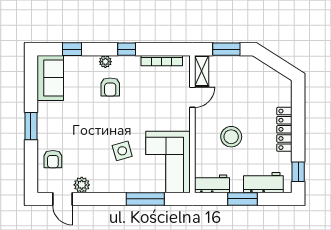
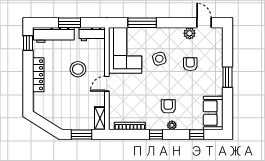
door: (192, 97) -> (107, 84), moved
armchair: (53, 159) -> (190, 64), moved
workbench: (263, 183) -> (54, 35), width x1.38

